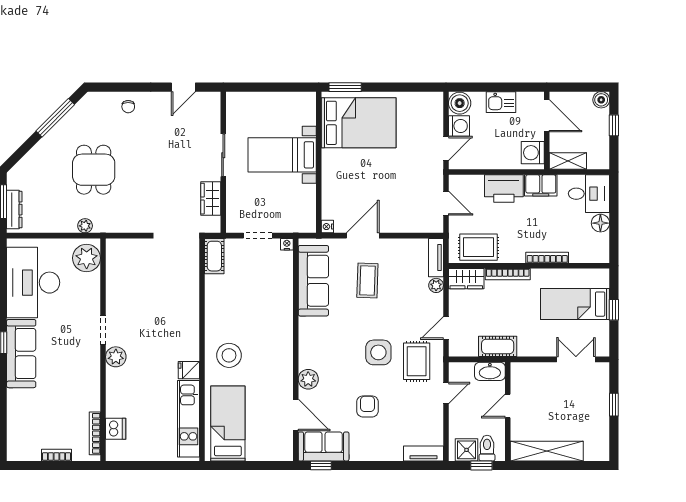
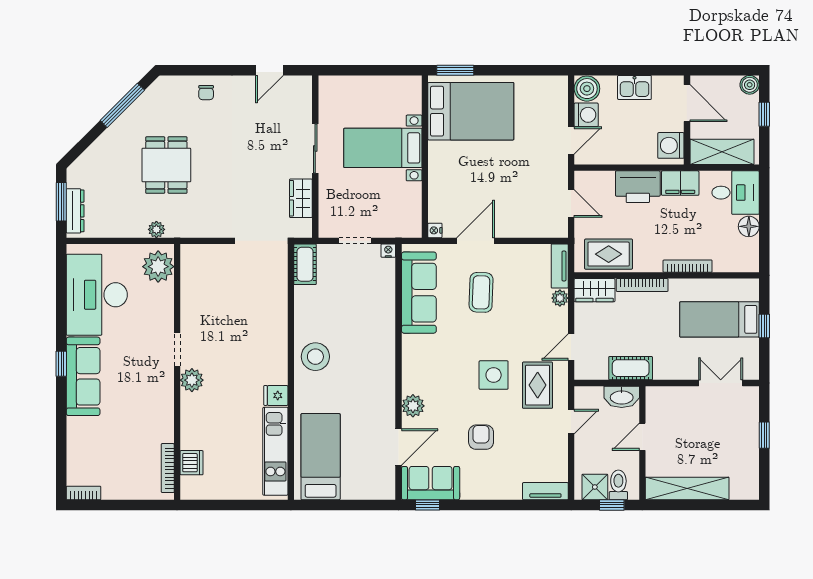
shelving: (568, 161) -> (722, 152), width x1.50, depth x1.33
stool: (229, 355) -> (315, 357), moved
door: (296, 415) -> (399, 447), hinge flipped
bookcase: (57, 455) -> (84, 493), moved

